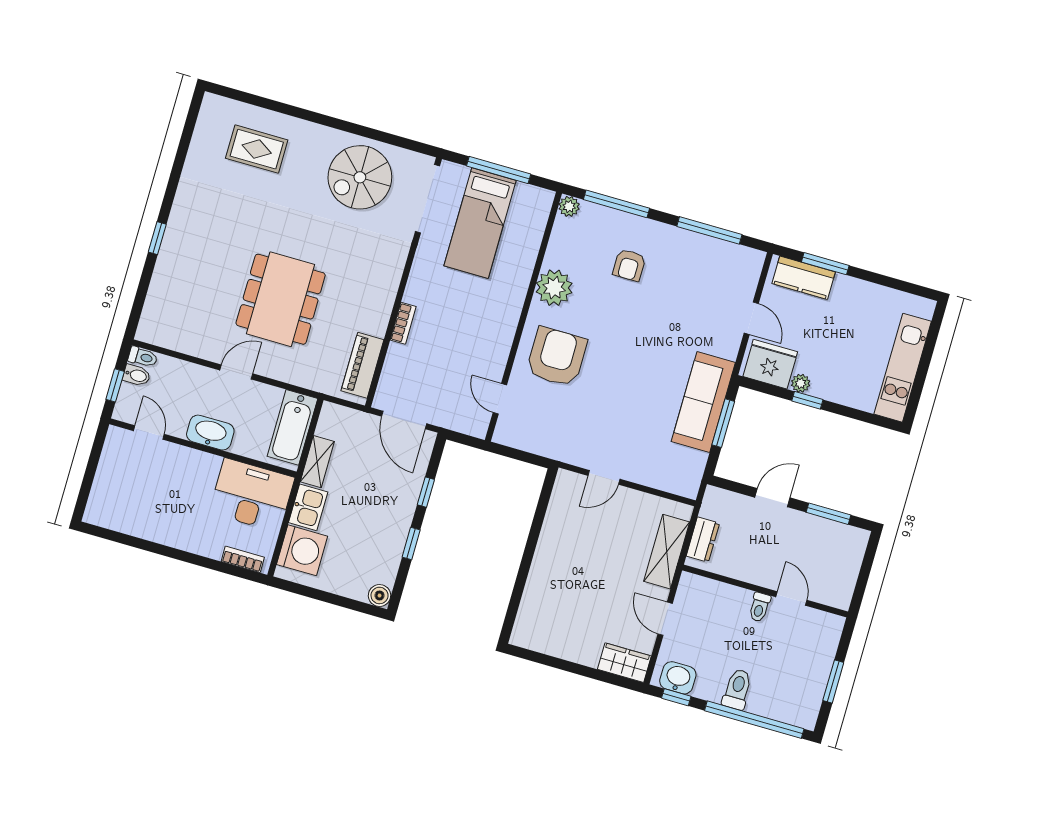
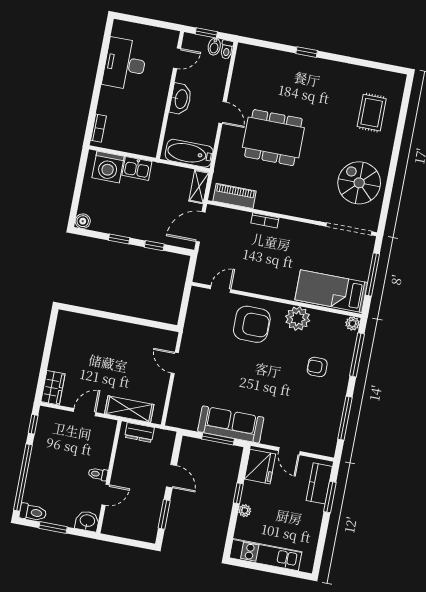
bed: (480, 223) -> (331, 291), moved
door: (751, 318) -> (289, 451), hinge flipped
plant: (801, 383) -> (245, 511), moved
shelving: (317, 462) -> (199, 187), moved, turned 90
desk: (252, 495) -> (125, 64), moved, turned 180
washbasin: (678, 678) -> (87, 521), moved, turned -90
toilet: (737, 689) -> (33, 512), moved

